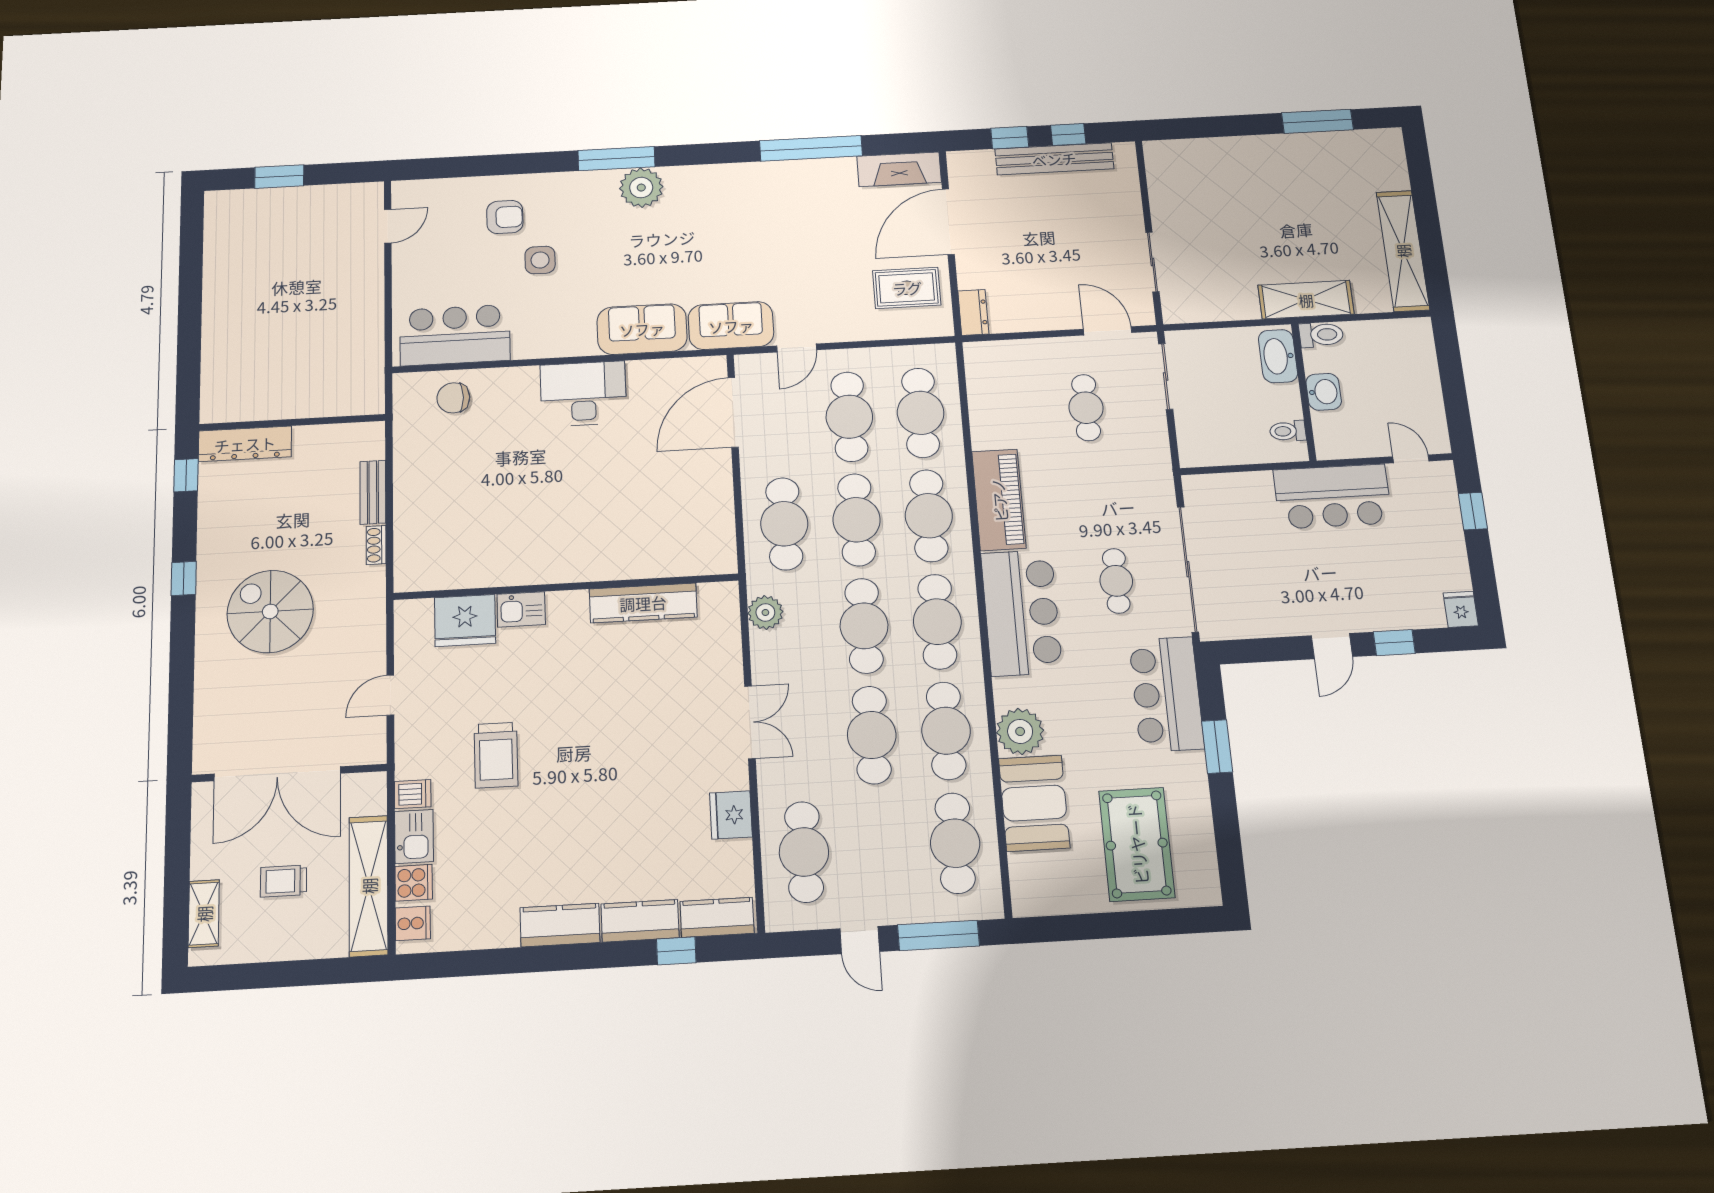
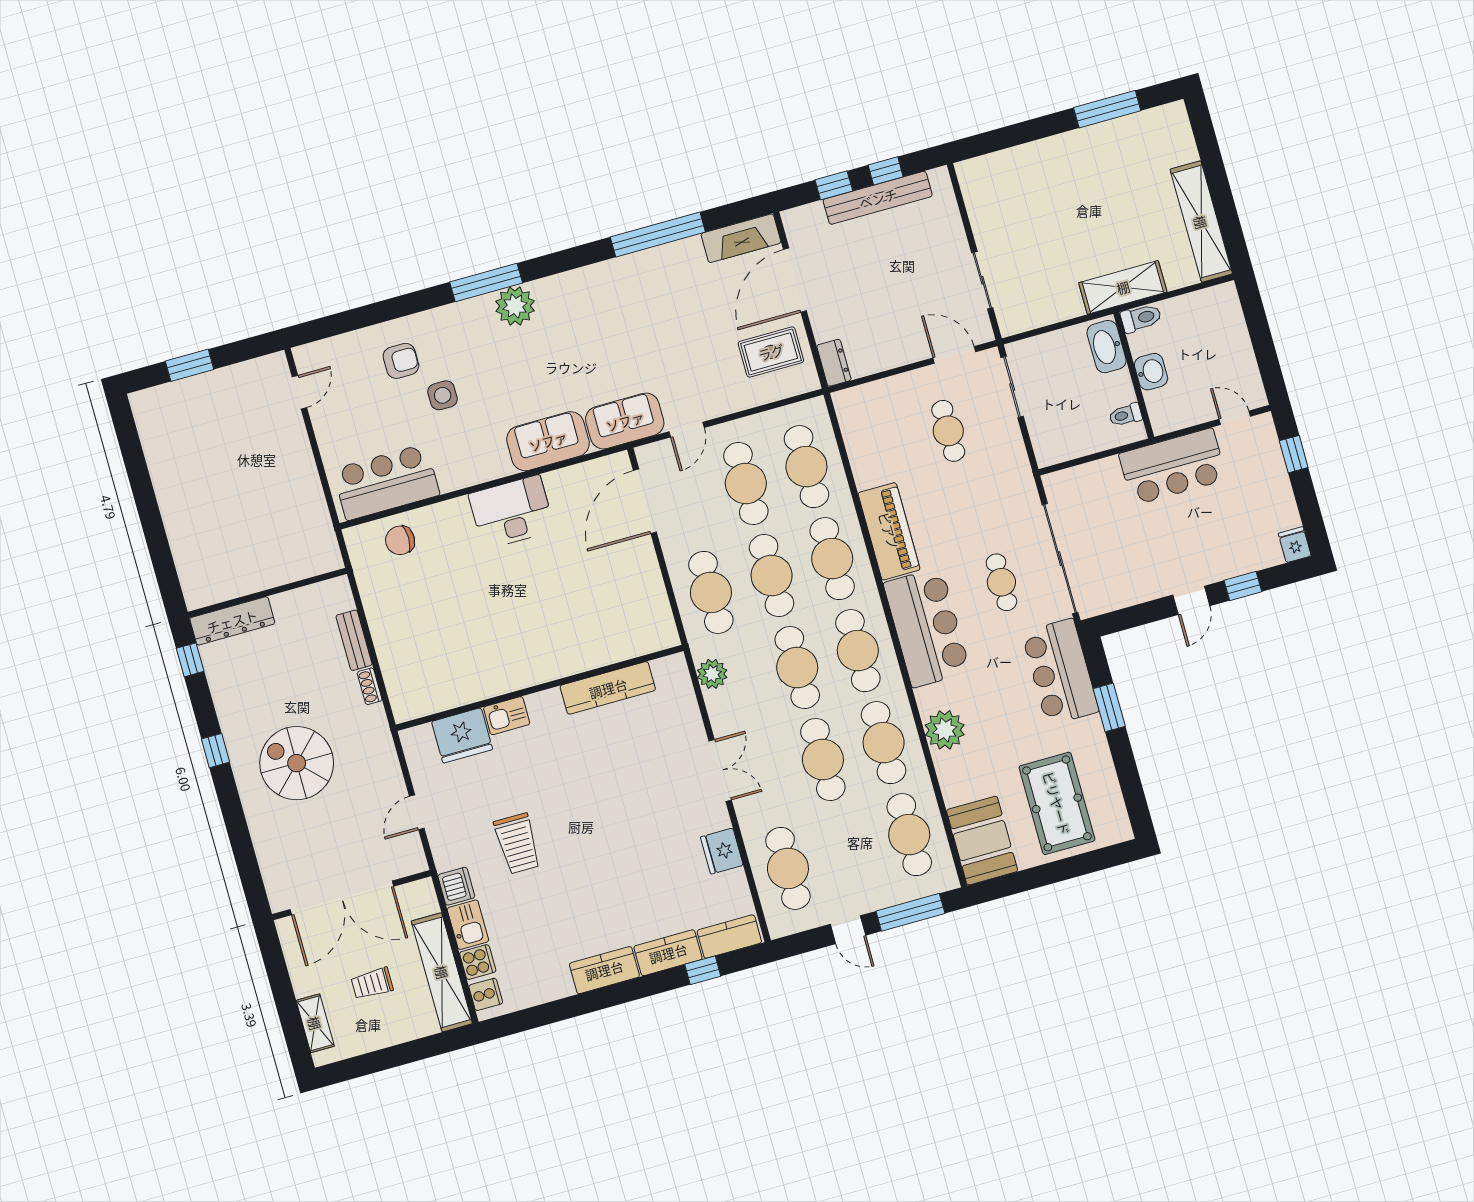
dishwasher: (413, 794) -> (456, 886), width x1.38
booth: (1034, 803) -> (982, 841), moved

